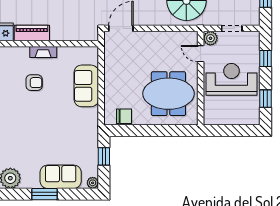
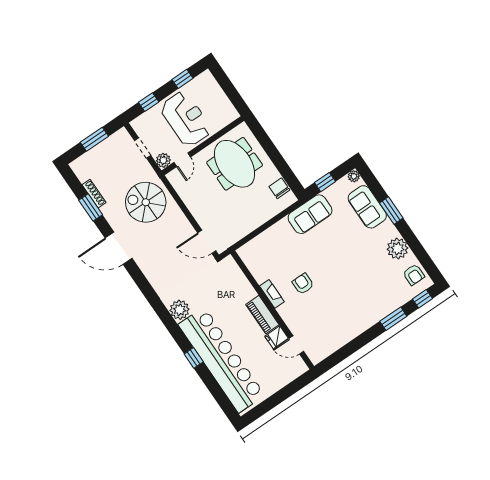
reception desk: (231, 79) -> (186, 119), turned 180
sofa: (86, 86) -> (310, 214), moved

